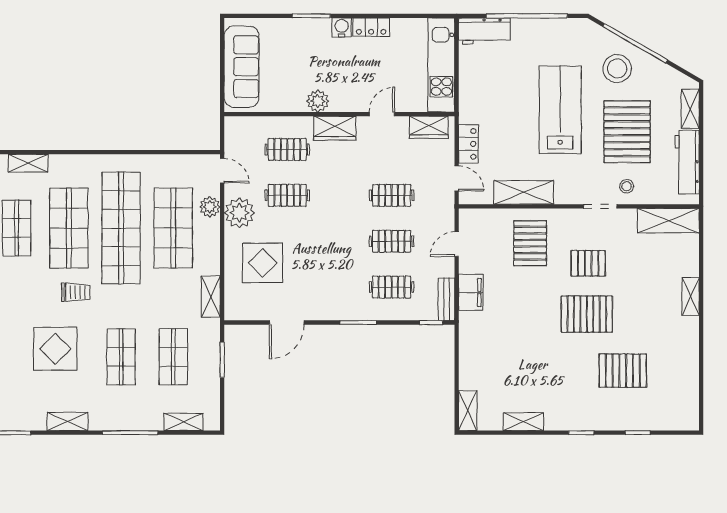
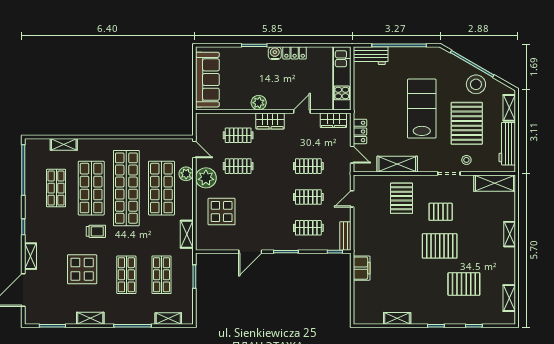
stool: (617, 69) -> (476, 84), moved
filing cabinet: (471, 292) -> (362, 268), moved
door: (287, 323) -> (250, 252), moved
shelving: (468, 411) -> (509, 298), moved

